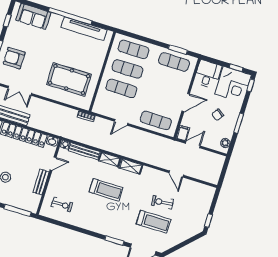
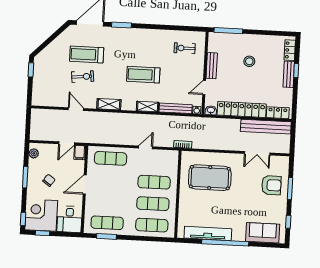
double door: (20, 91) -> (257, 153), swing flipped
shelving: (131, 166) -> (109, 104), moved

